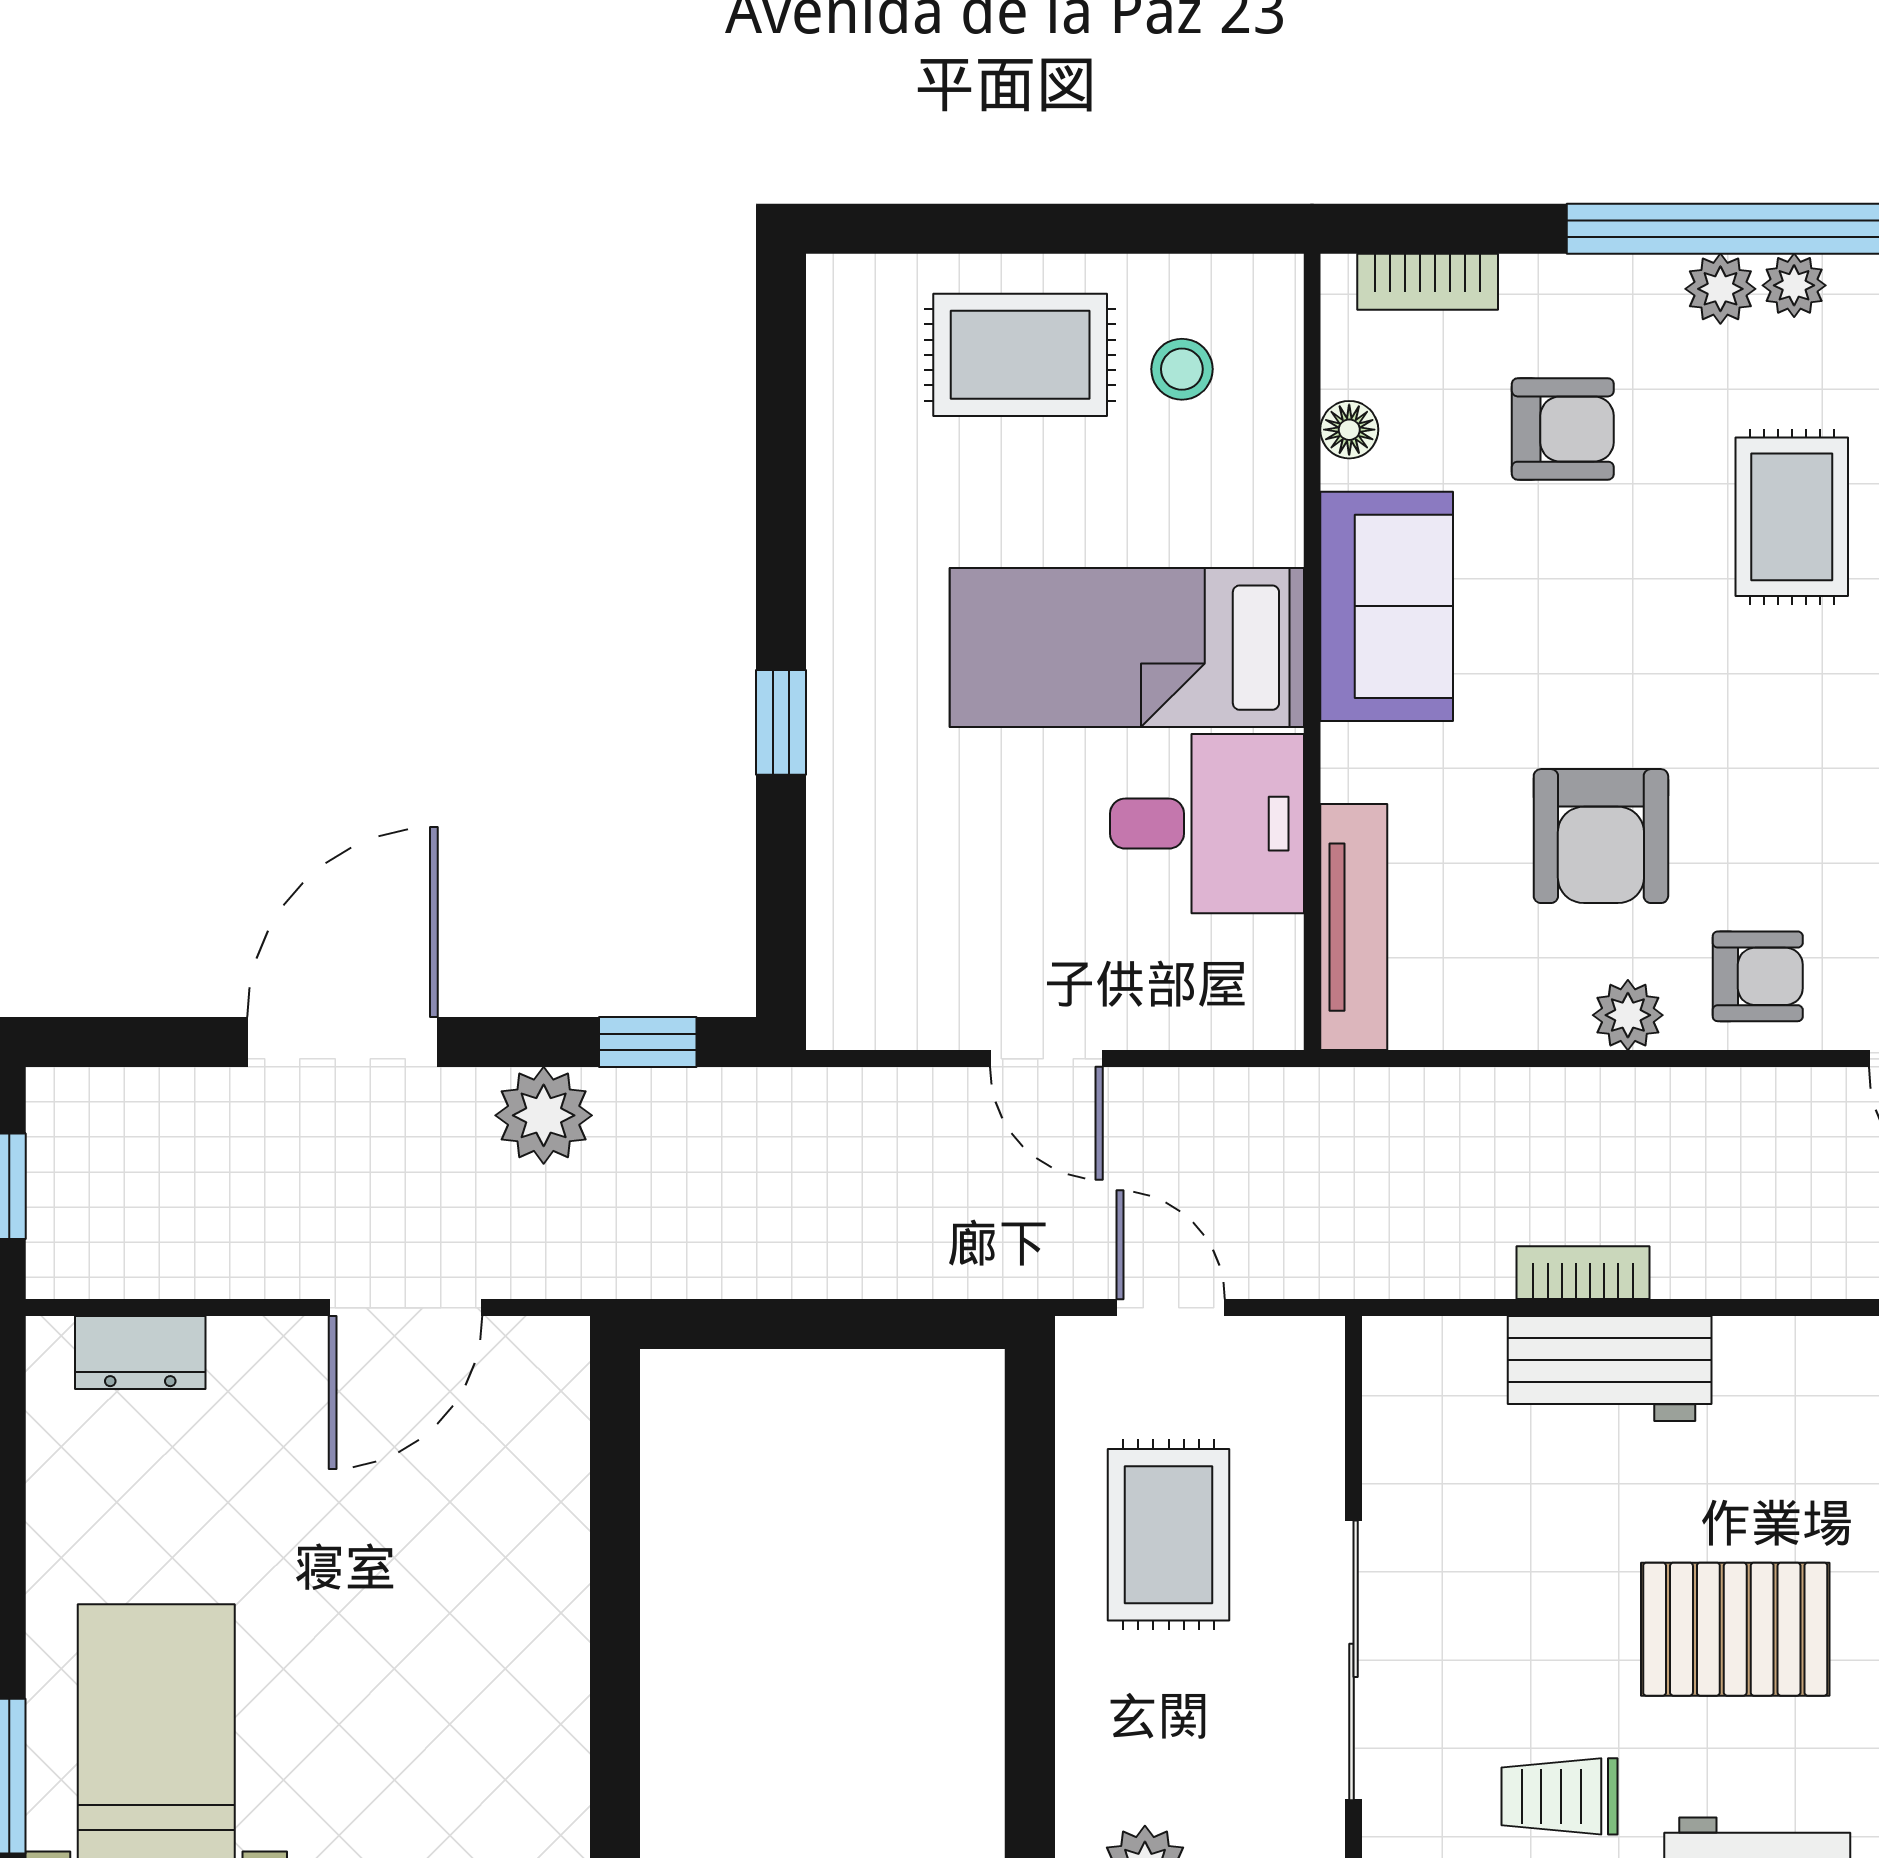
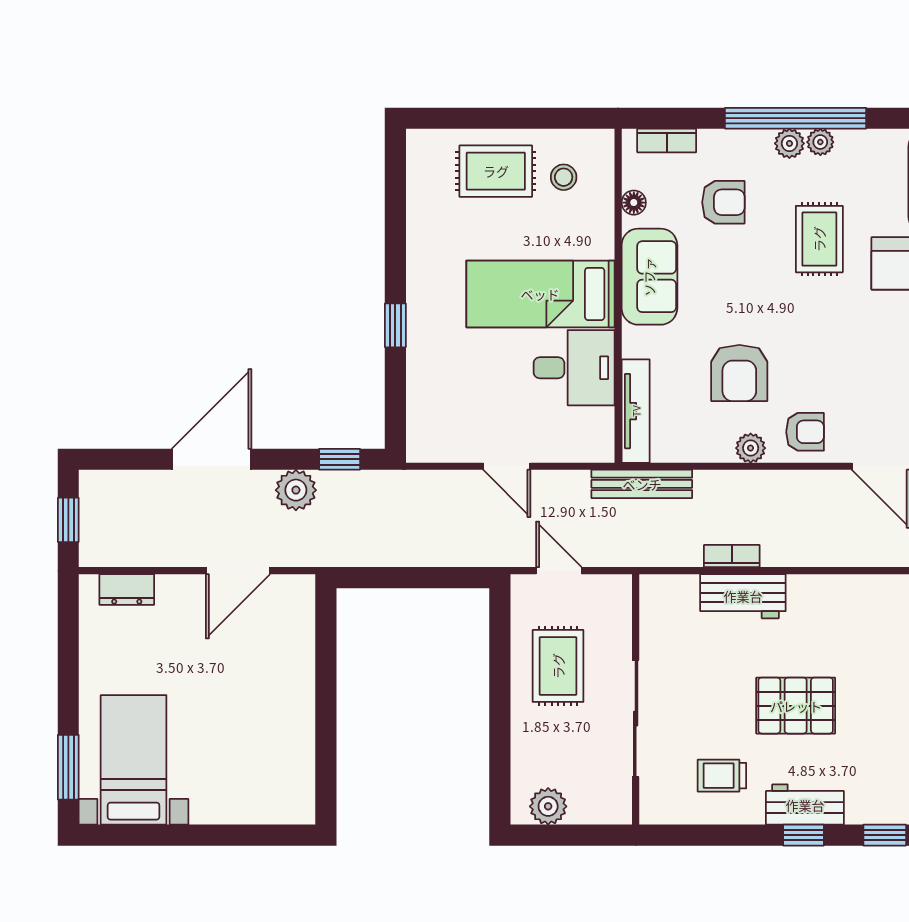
bench: (1368, 1101) -> (642, 484), added

